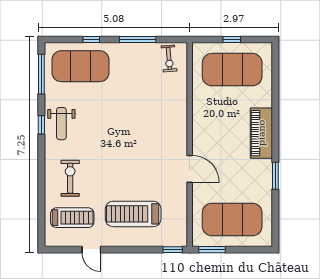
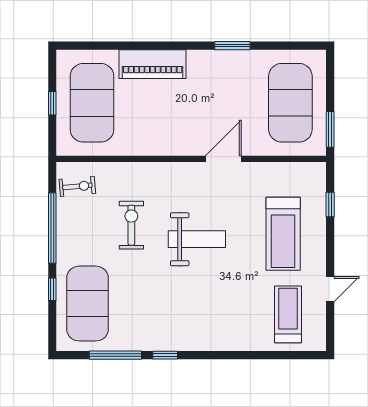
window: (138, 39) -> (52, 228), width x1.46
window: (41, 74) -> (115, 355), moved
weight bench: (61, 124) -> (197, 239), moved, width x1.36, depth x1.33
piano: (261, 133) -> (153, 64), moved
exercise bike: (70, 178) -> (131, 225), moved, turned 90
window: (173, 250) -> (330, 204), moved

